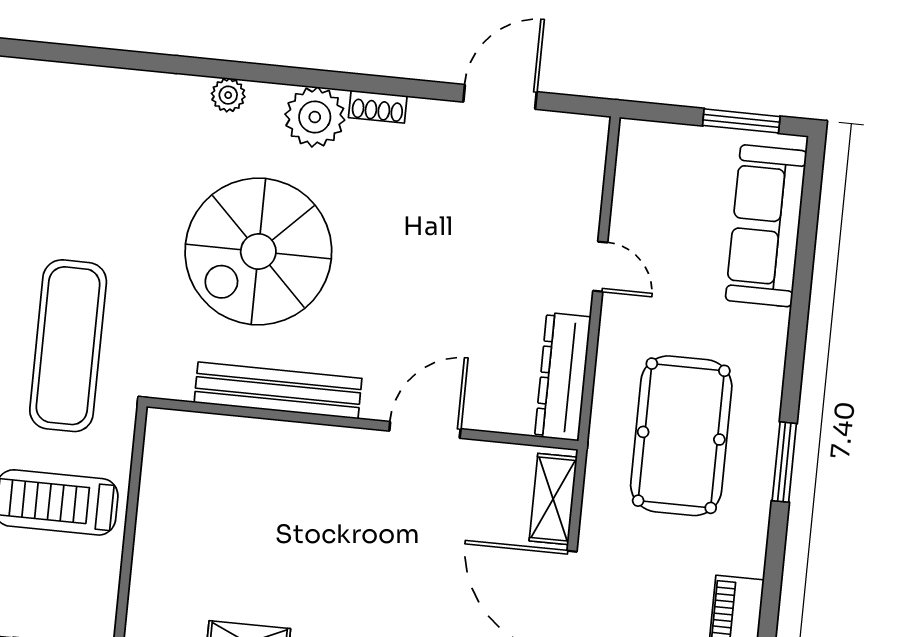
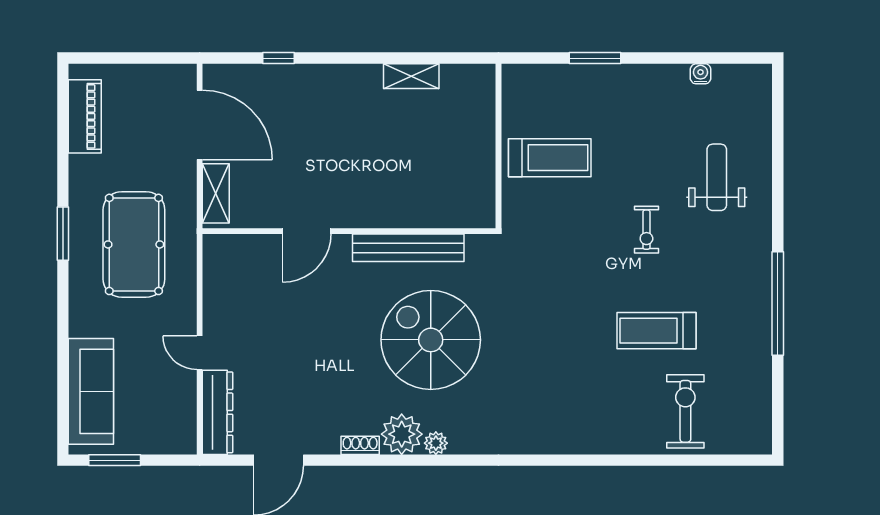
plant: (228, 95) -> (436, 443), moved
spiral stairs: (258, 251) -> (431, 340), turned -90
exercise mat: (68, 346) -> (552, 264), removed
dresser: (563, 377) -> (218, 412), moved

